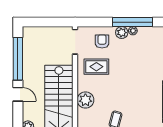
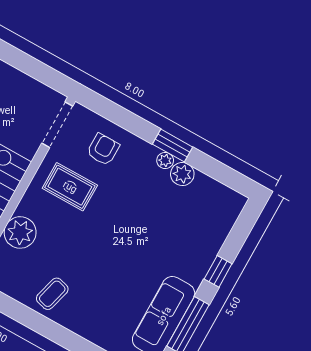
window: (133, 22) -> (173, 146), width x0.47
plant: (122, 33) -> (182, 174), moved

